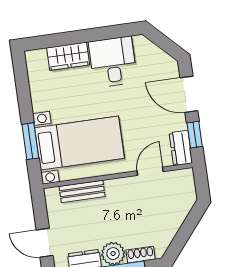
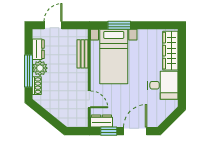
wardrobe: (68, 56) -> (170, 51), width x1.50

